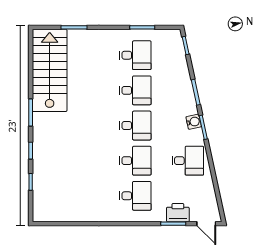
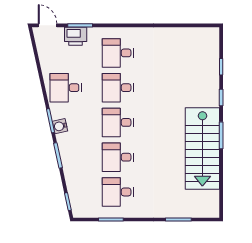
stairs: (50, 70) -> (202, 148), moved

